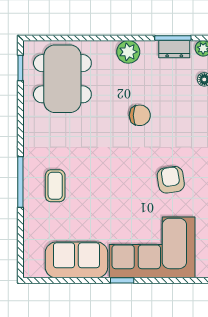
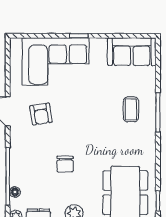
chair: (140, 115) -> (65, 164), turned -90
sofa: (76, 260) -> (132, 52), moved

